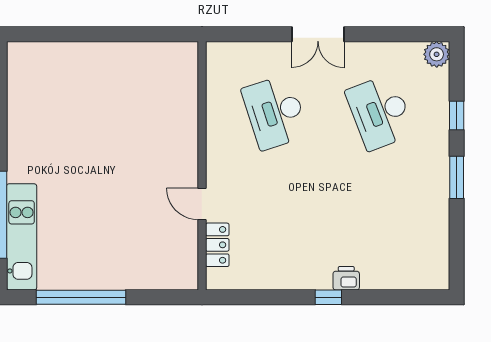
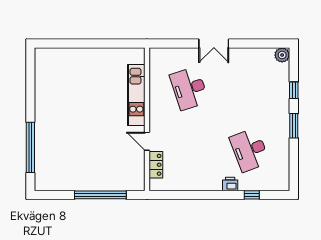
desk: (380, 112) -> (250, 150), moved
kitchen unit: (22, 237) -> (136, 95), moved, turned 180
window: (81, 297) -> (100, 195), moved
window: (328, 297) -> (252, 195), moved

